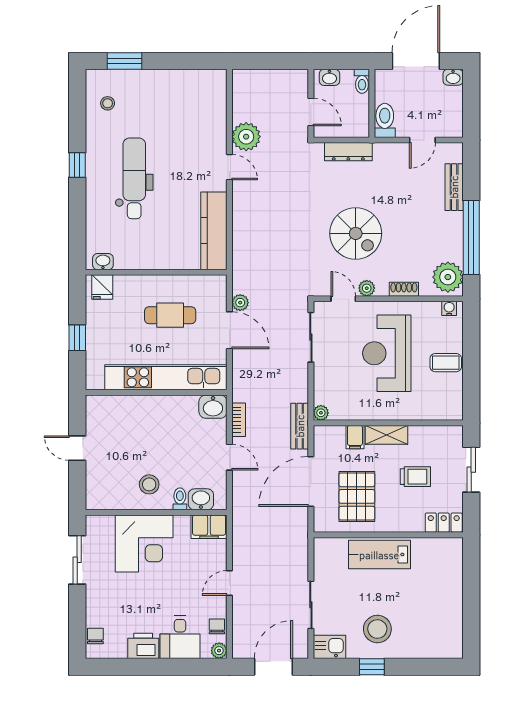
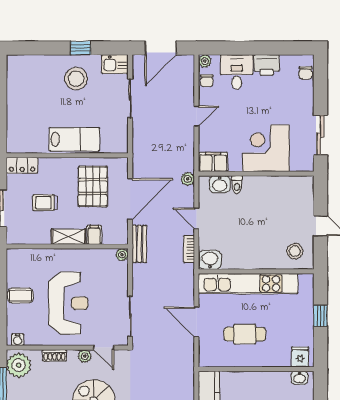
plant: (240, 303) -> (188, 179), moved
stool: (149, 484) -> (295, 251), moved

